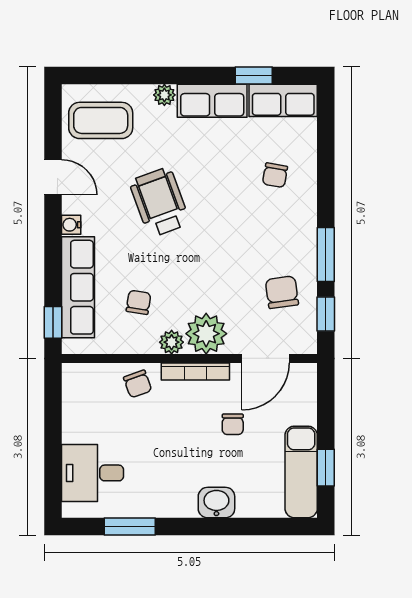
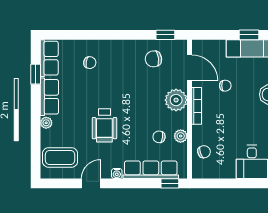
coffee table: (101, 120) -> (60, 157), turned 90
wheelchair: (160, 202) -> (104, 125), turned -70
window: (326, 255) -> (133, 35), removed
plant: (172, 342) -> (181, 136), moved
chair: (138, 384) -> (204, 152), moved

